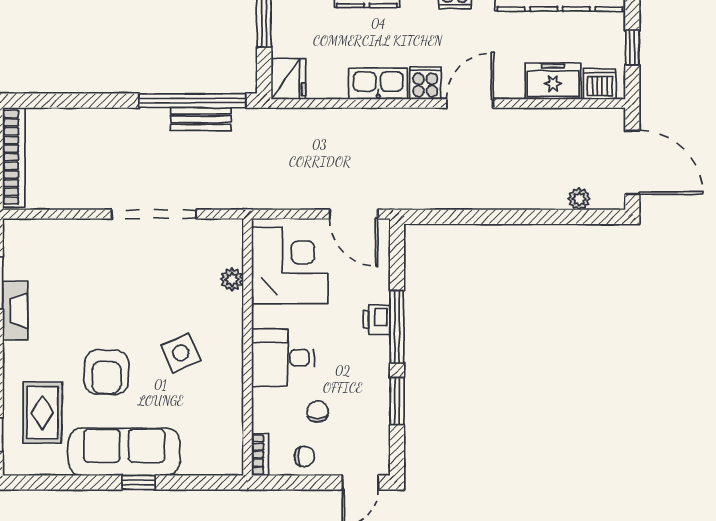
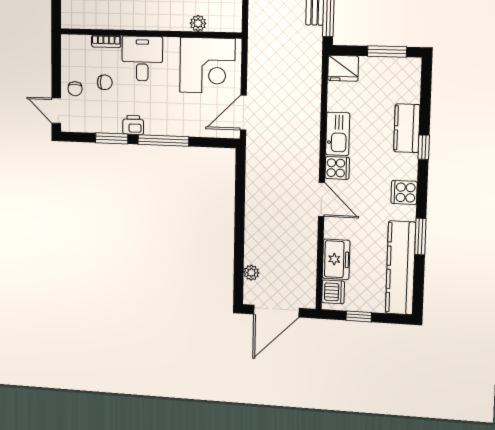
printer: (377, 320) -> (133, 125), moved
bookcase: (260, 455) -> (106, 41), moved
chair: (304, 456) -> (75, 89), moved

